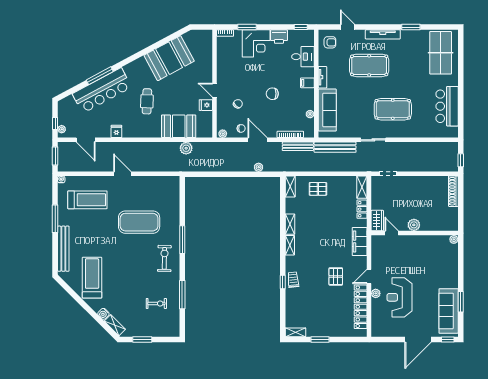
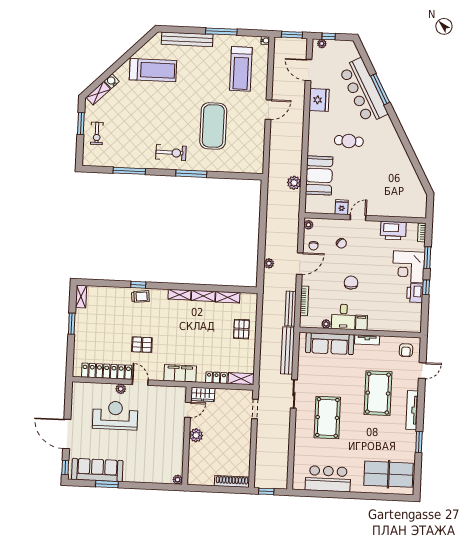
window: (301, 27) -> (426, 287), moved
desk: (303, 57) -> (344, 317), moved
booth: (169, 58) -> (396, 168), removed
printer: (225, 58) -> (393, 231), added
fridge: (116, 131) -> (319, 100), width x1.88, depth x1.34
door: (86, 140) -> (309, 70), hinge flipped
shelving: (290, 187) -> (228, 297), moved
exercise bike: (156, 303) -> (97, 133), moved

